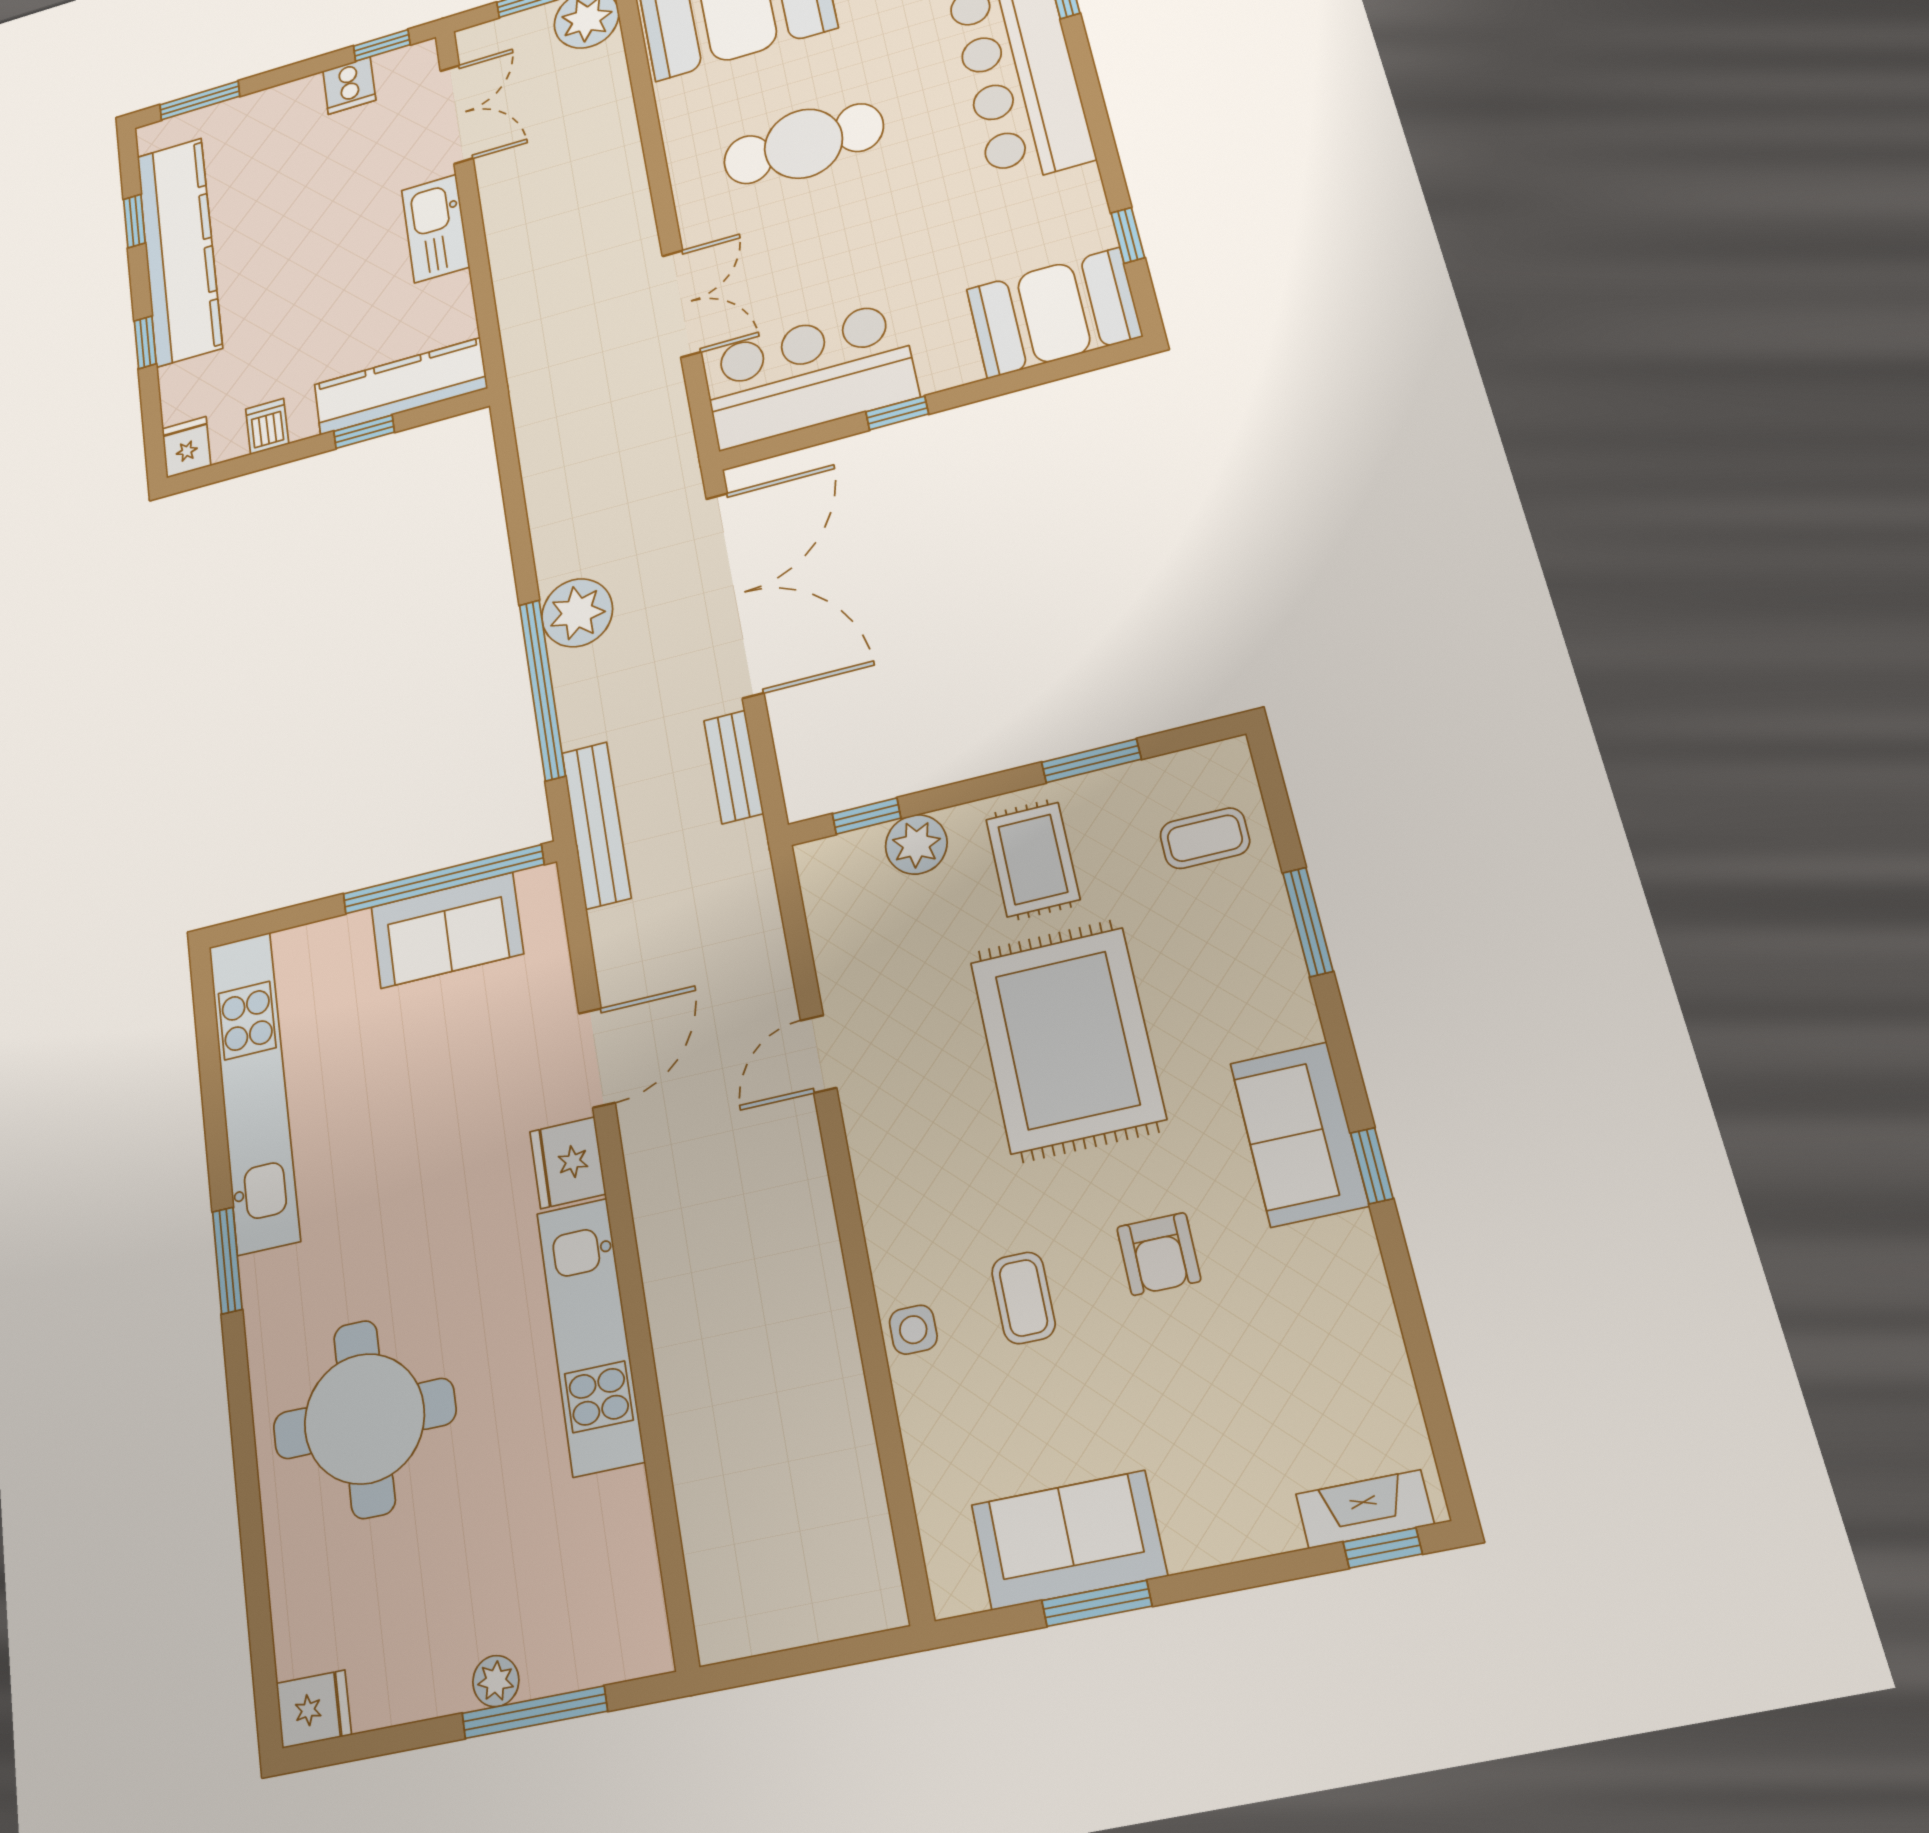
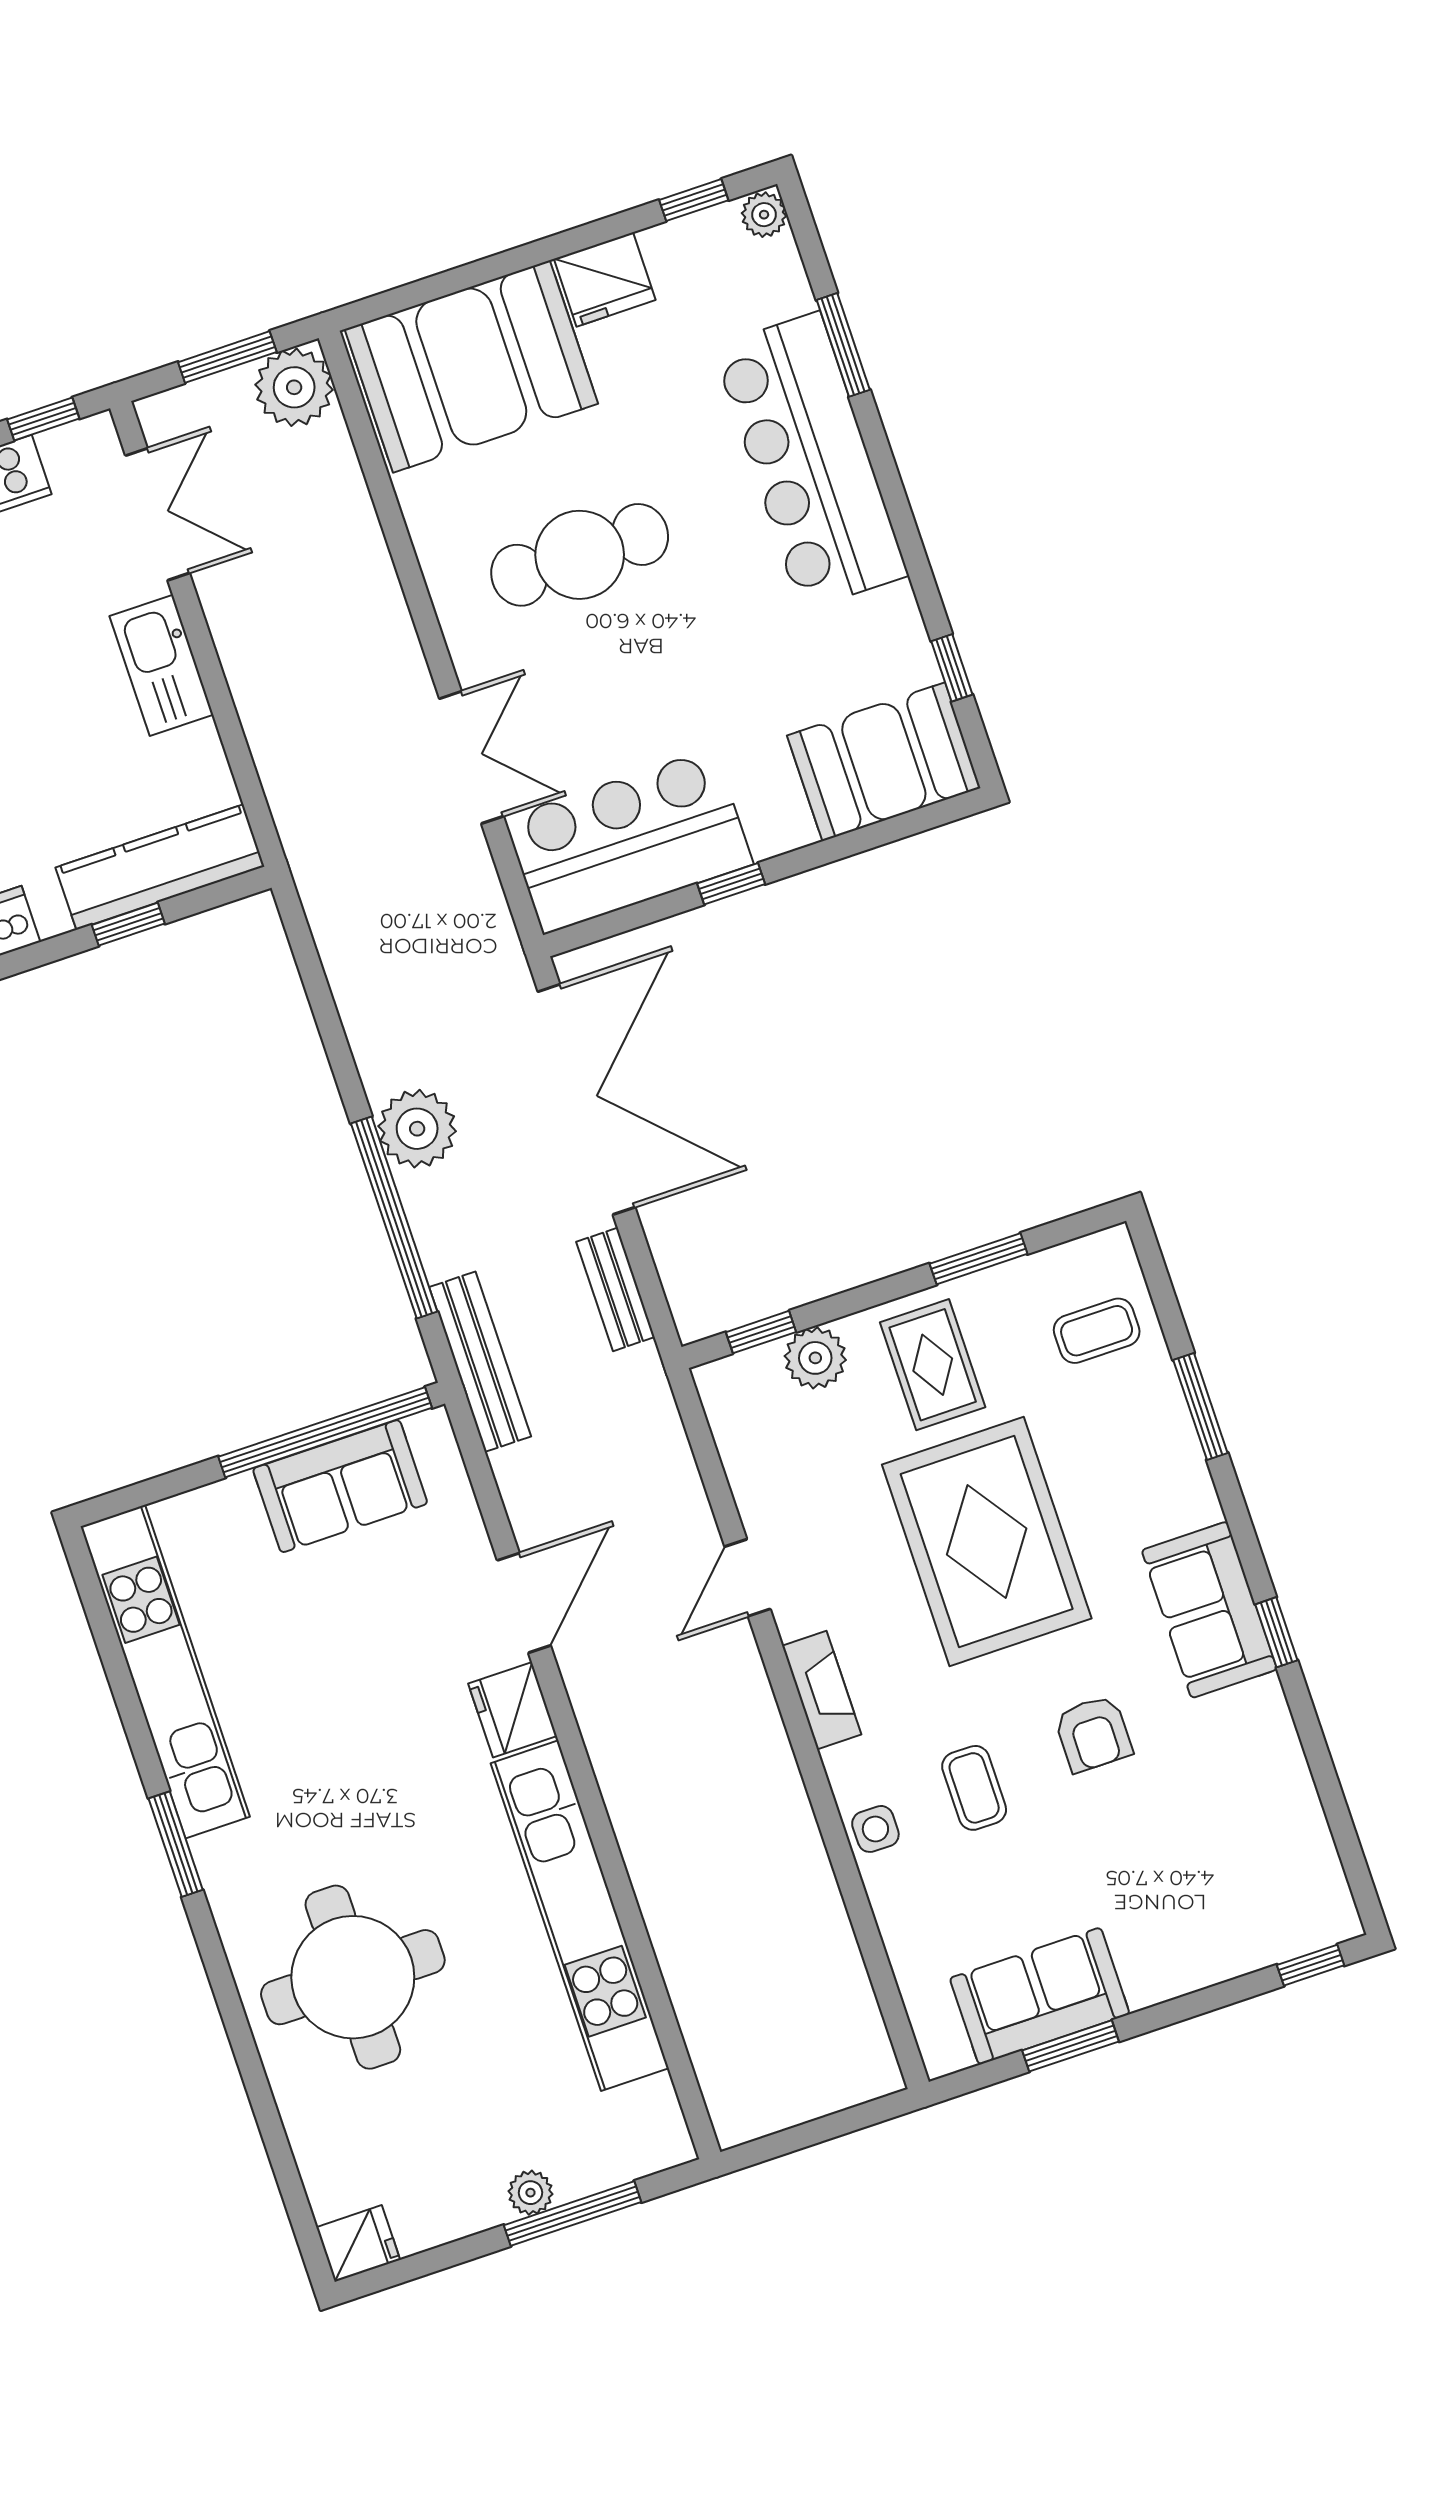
kitchen unit: (590, 1336) -> (580, 1916), width x1.36
fireplace: (1365, 1509) -> (822, 1690), moved, turned 90

